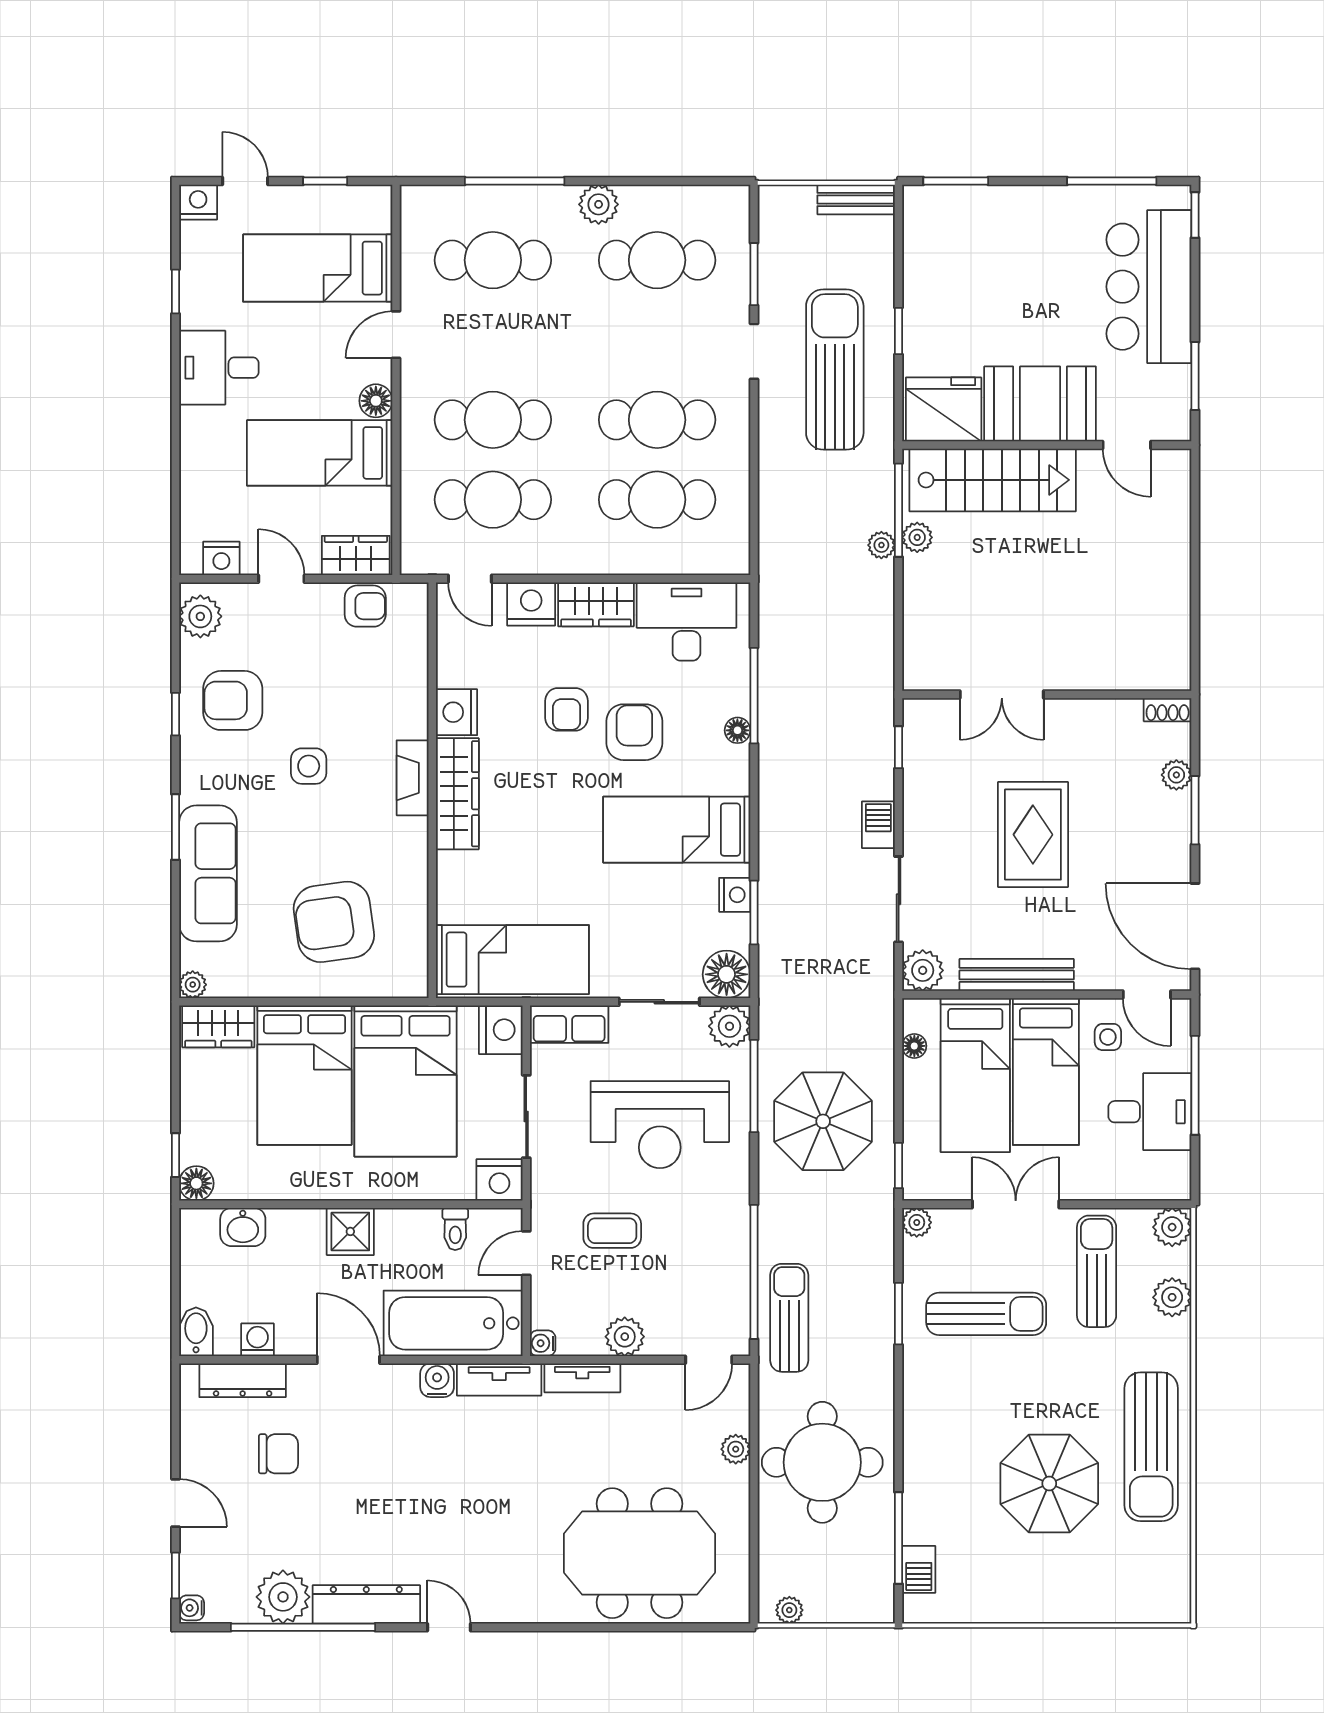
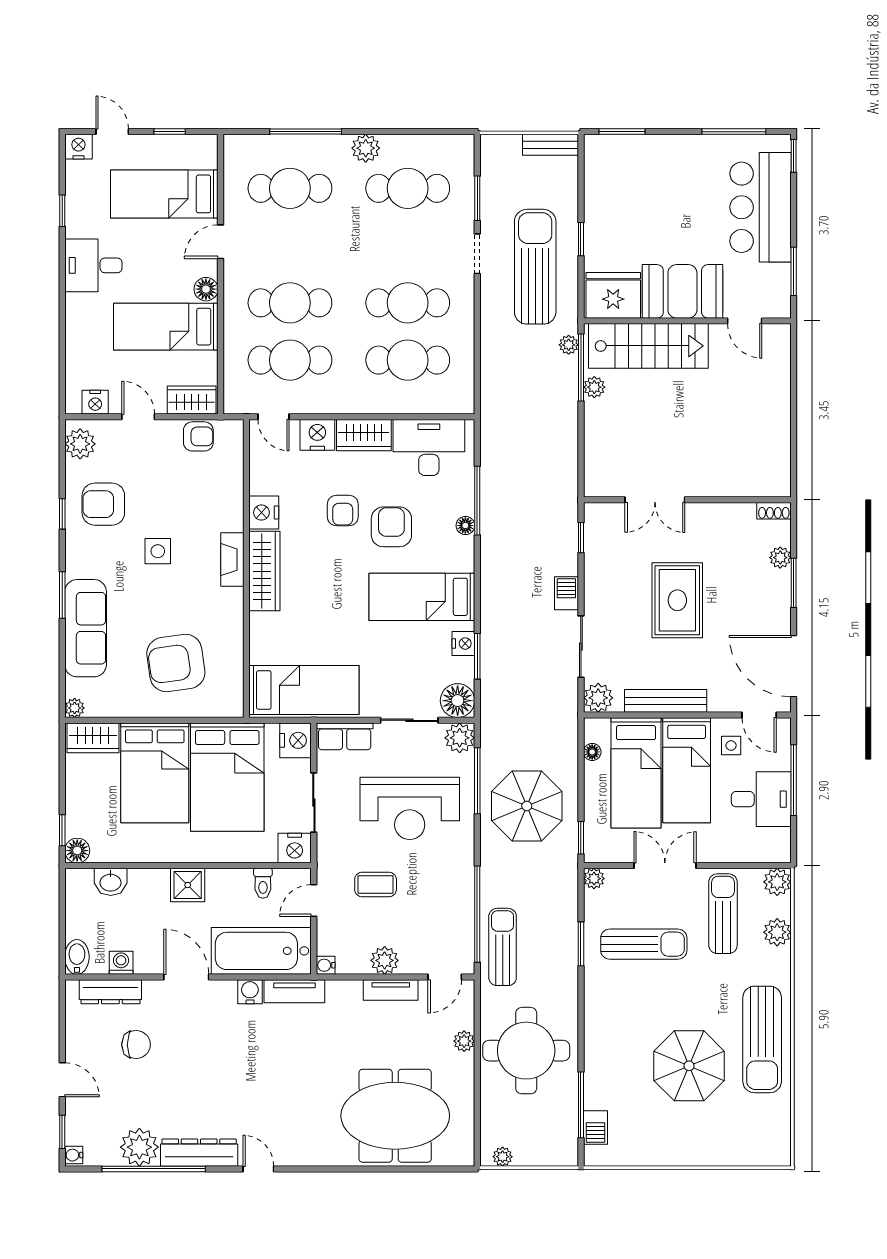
plant: (881, 545) -> (569, 345), moved
tv unit: (582, 1378) -> (391, 990), moved

